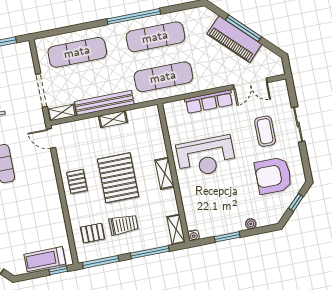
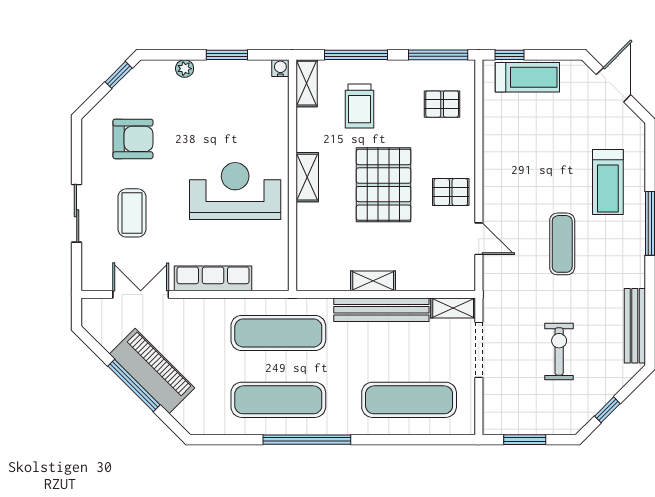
door: (51, 138) -> (479, 239), moved
armchair: (273, 176) -> (133, 139), width x0.73, depth x0.73
pallet: (77, 181) -> (451, 192), turned 90
window: (296, 202) -> (119, 75), moved
trolley: (124, 225) -> (359, 106), moved, turned -90

